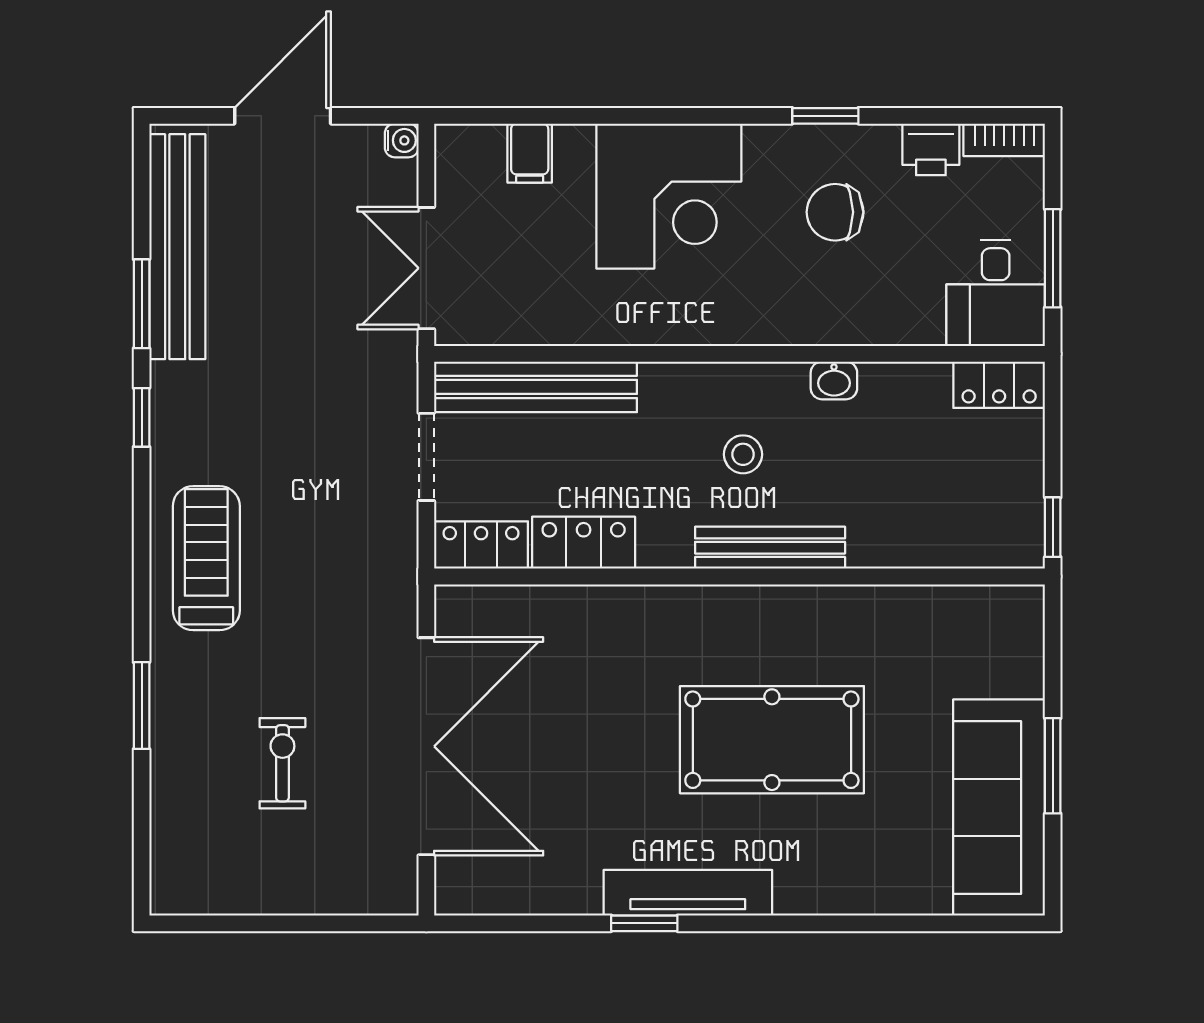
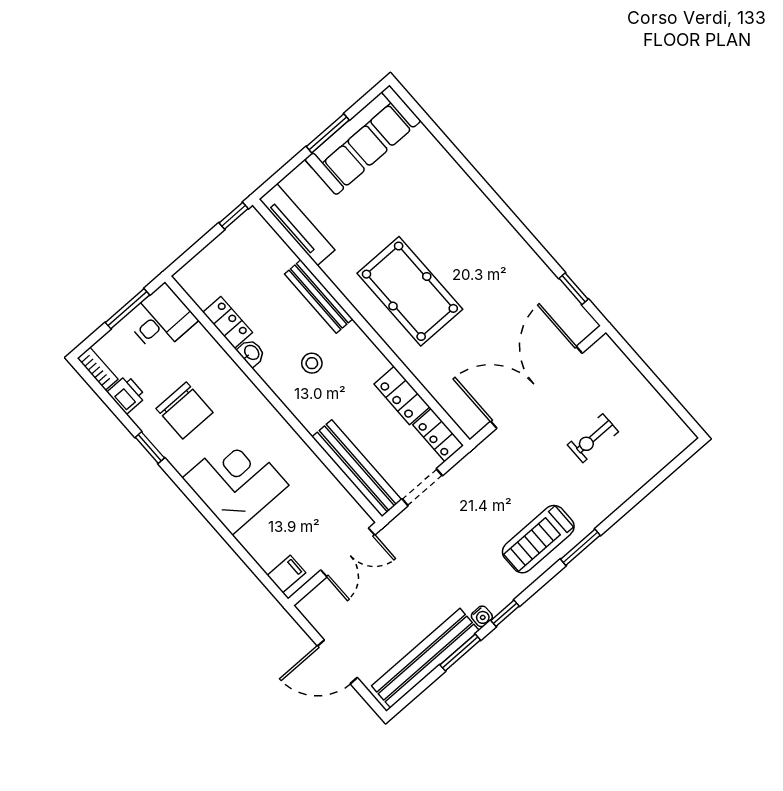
water cooler: (402, 140) -> (482, 616), moved, turned 180
filing cabinet: (530, 153) -> (286, 574), moved
chair: (835, 212) -> (185, 410), width x1.37, depth x1.37
locker: (999, 385) -> (228, 322), moved
bench: (770, 548) -> (319, 297), moved
window: (142, 706) -> (580, 547), moved
pool table: (772, 740) -> (410, 291), moved
tv unit: (688, 893) -> (297, 225), moved, turned 180
window: (644, 923) -> (574, 289), moved

